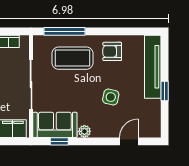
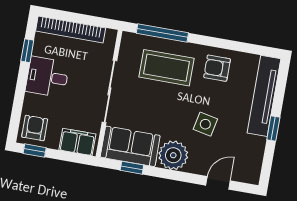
plant: (84, 131) -> (173, 155), width x1.88, depth x1.88

